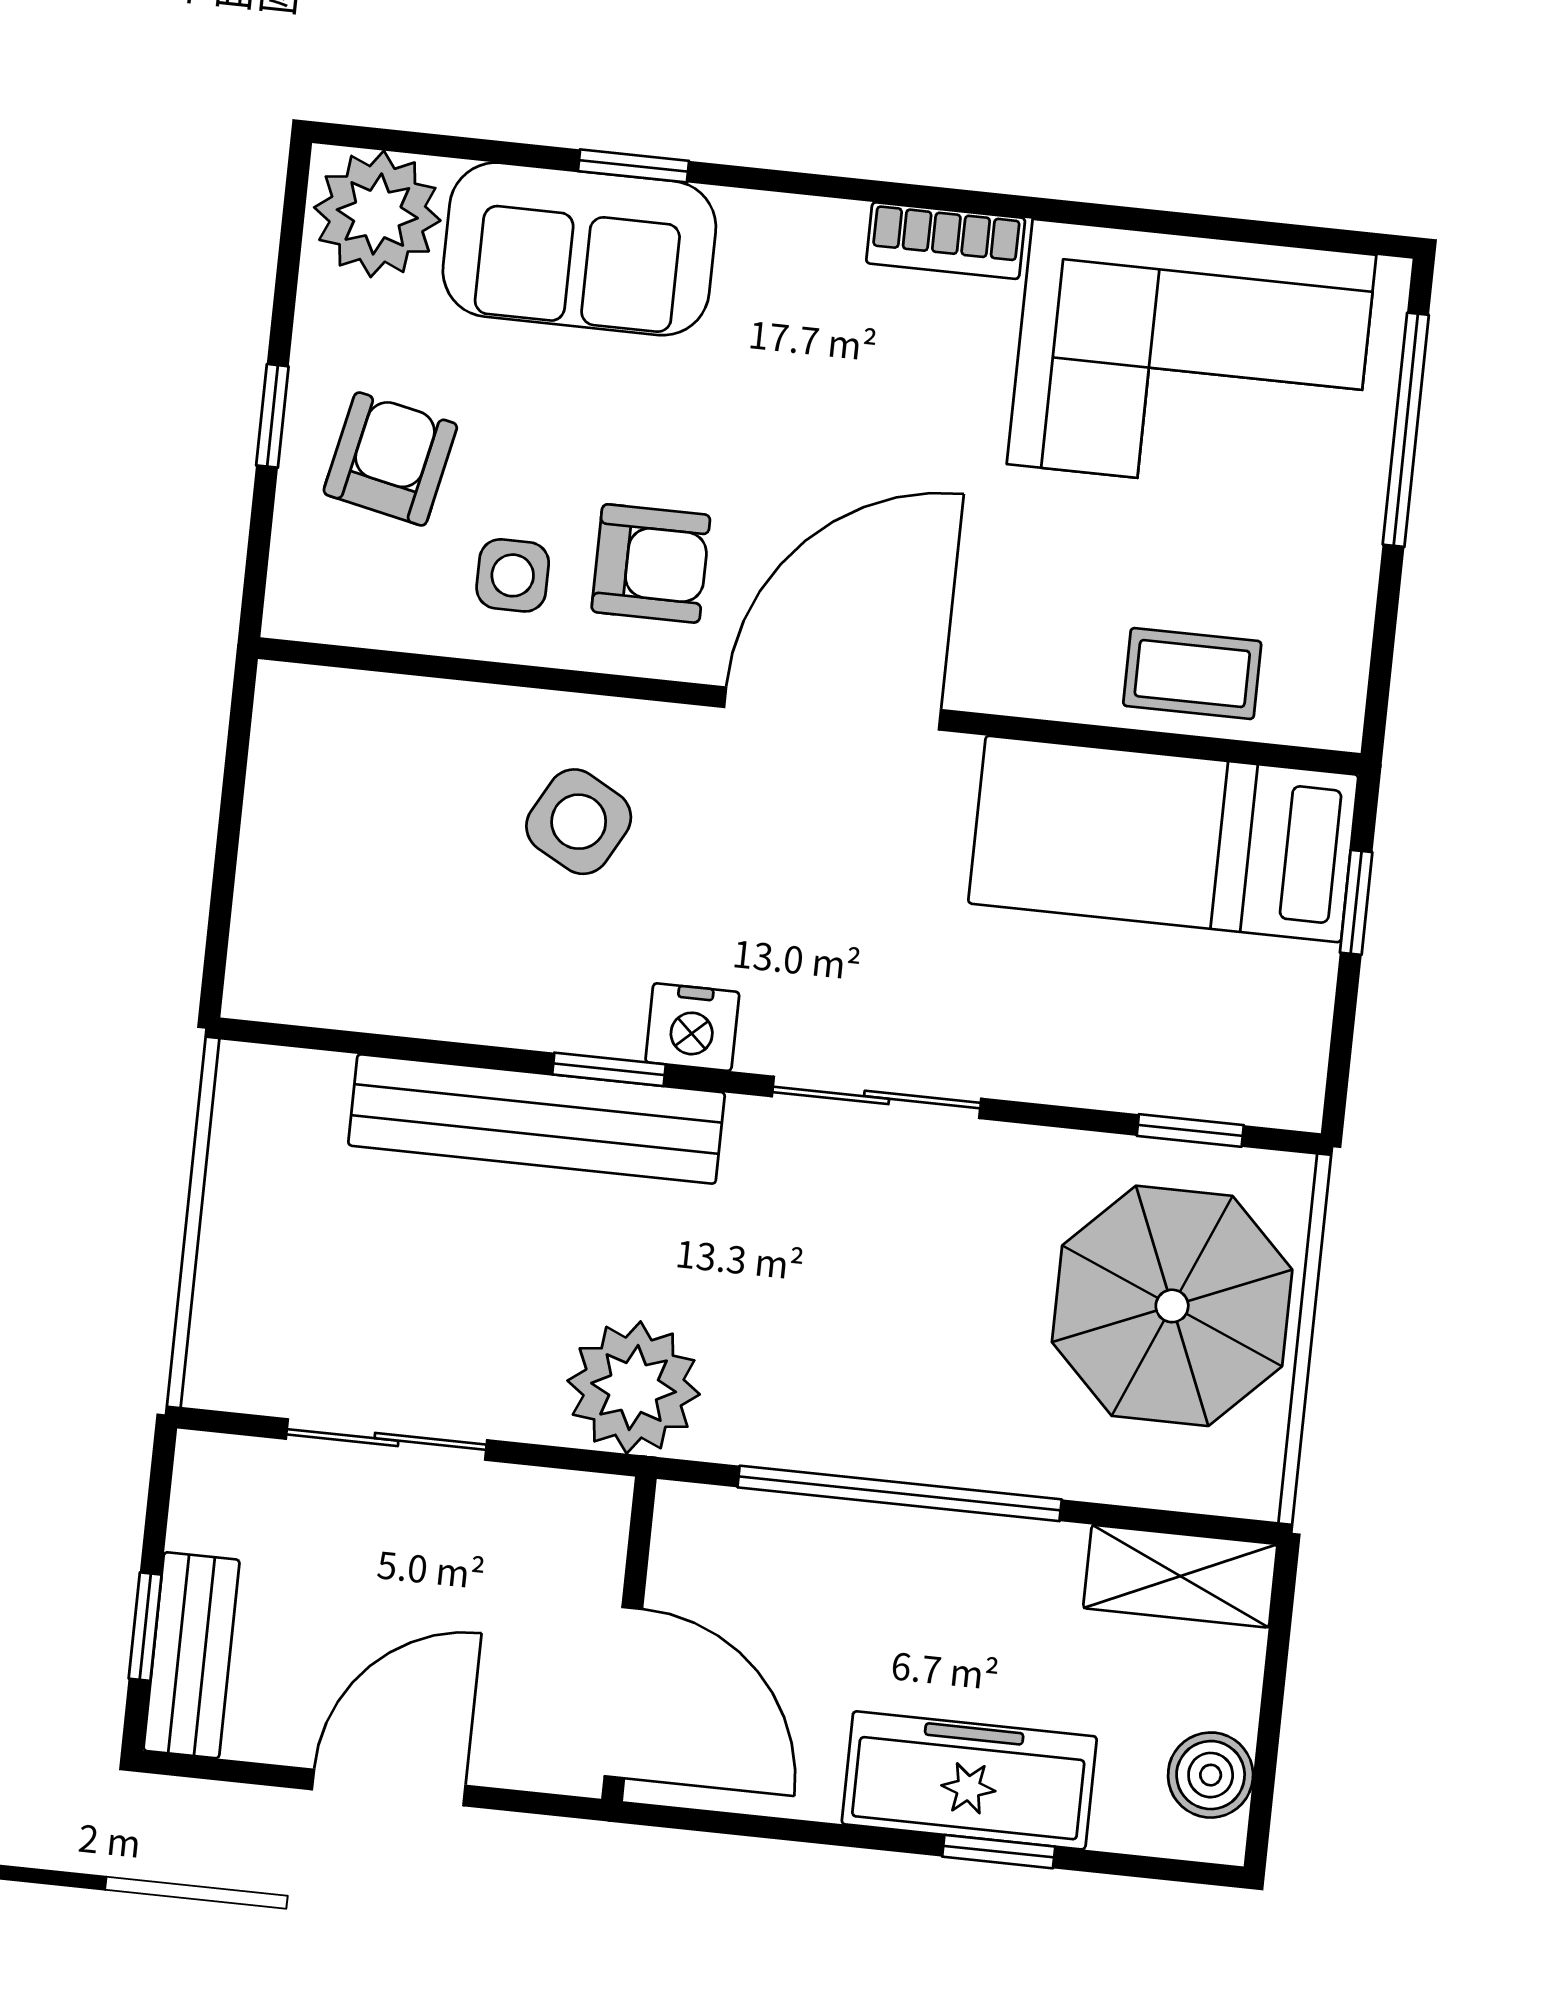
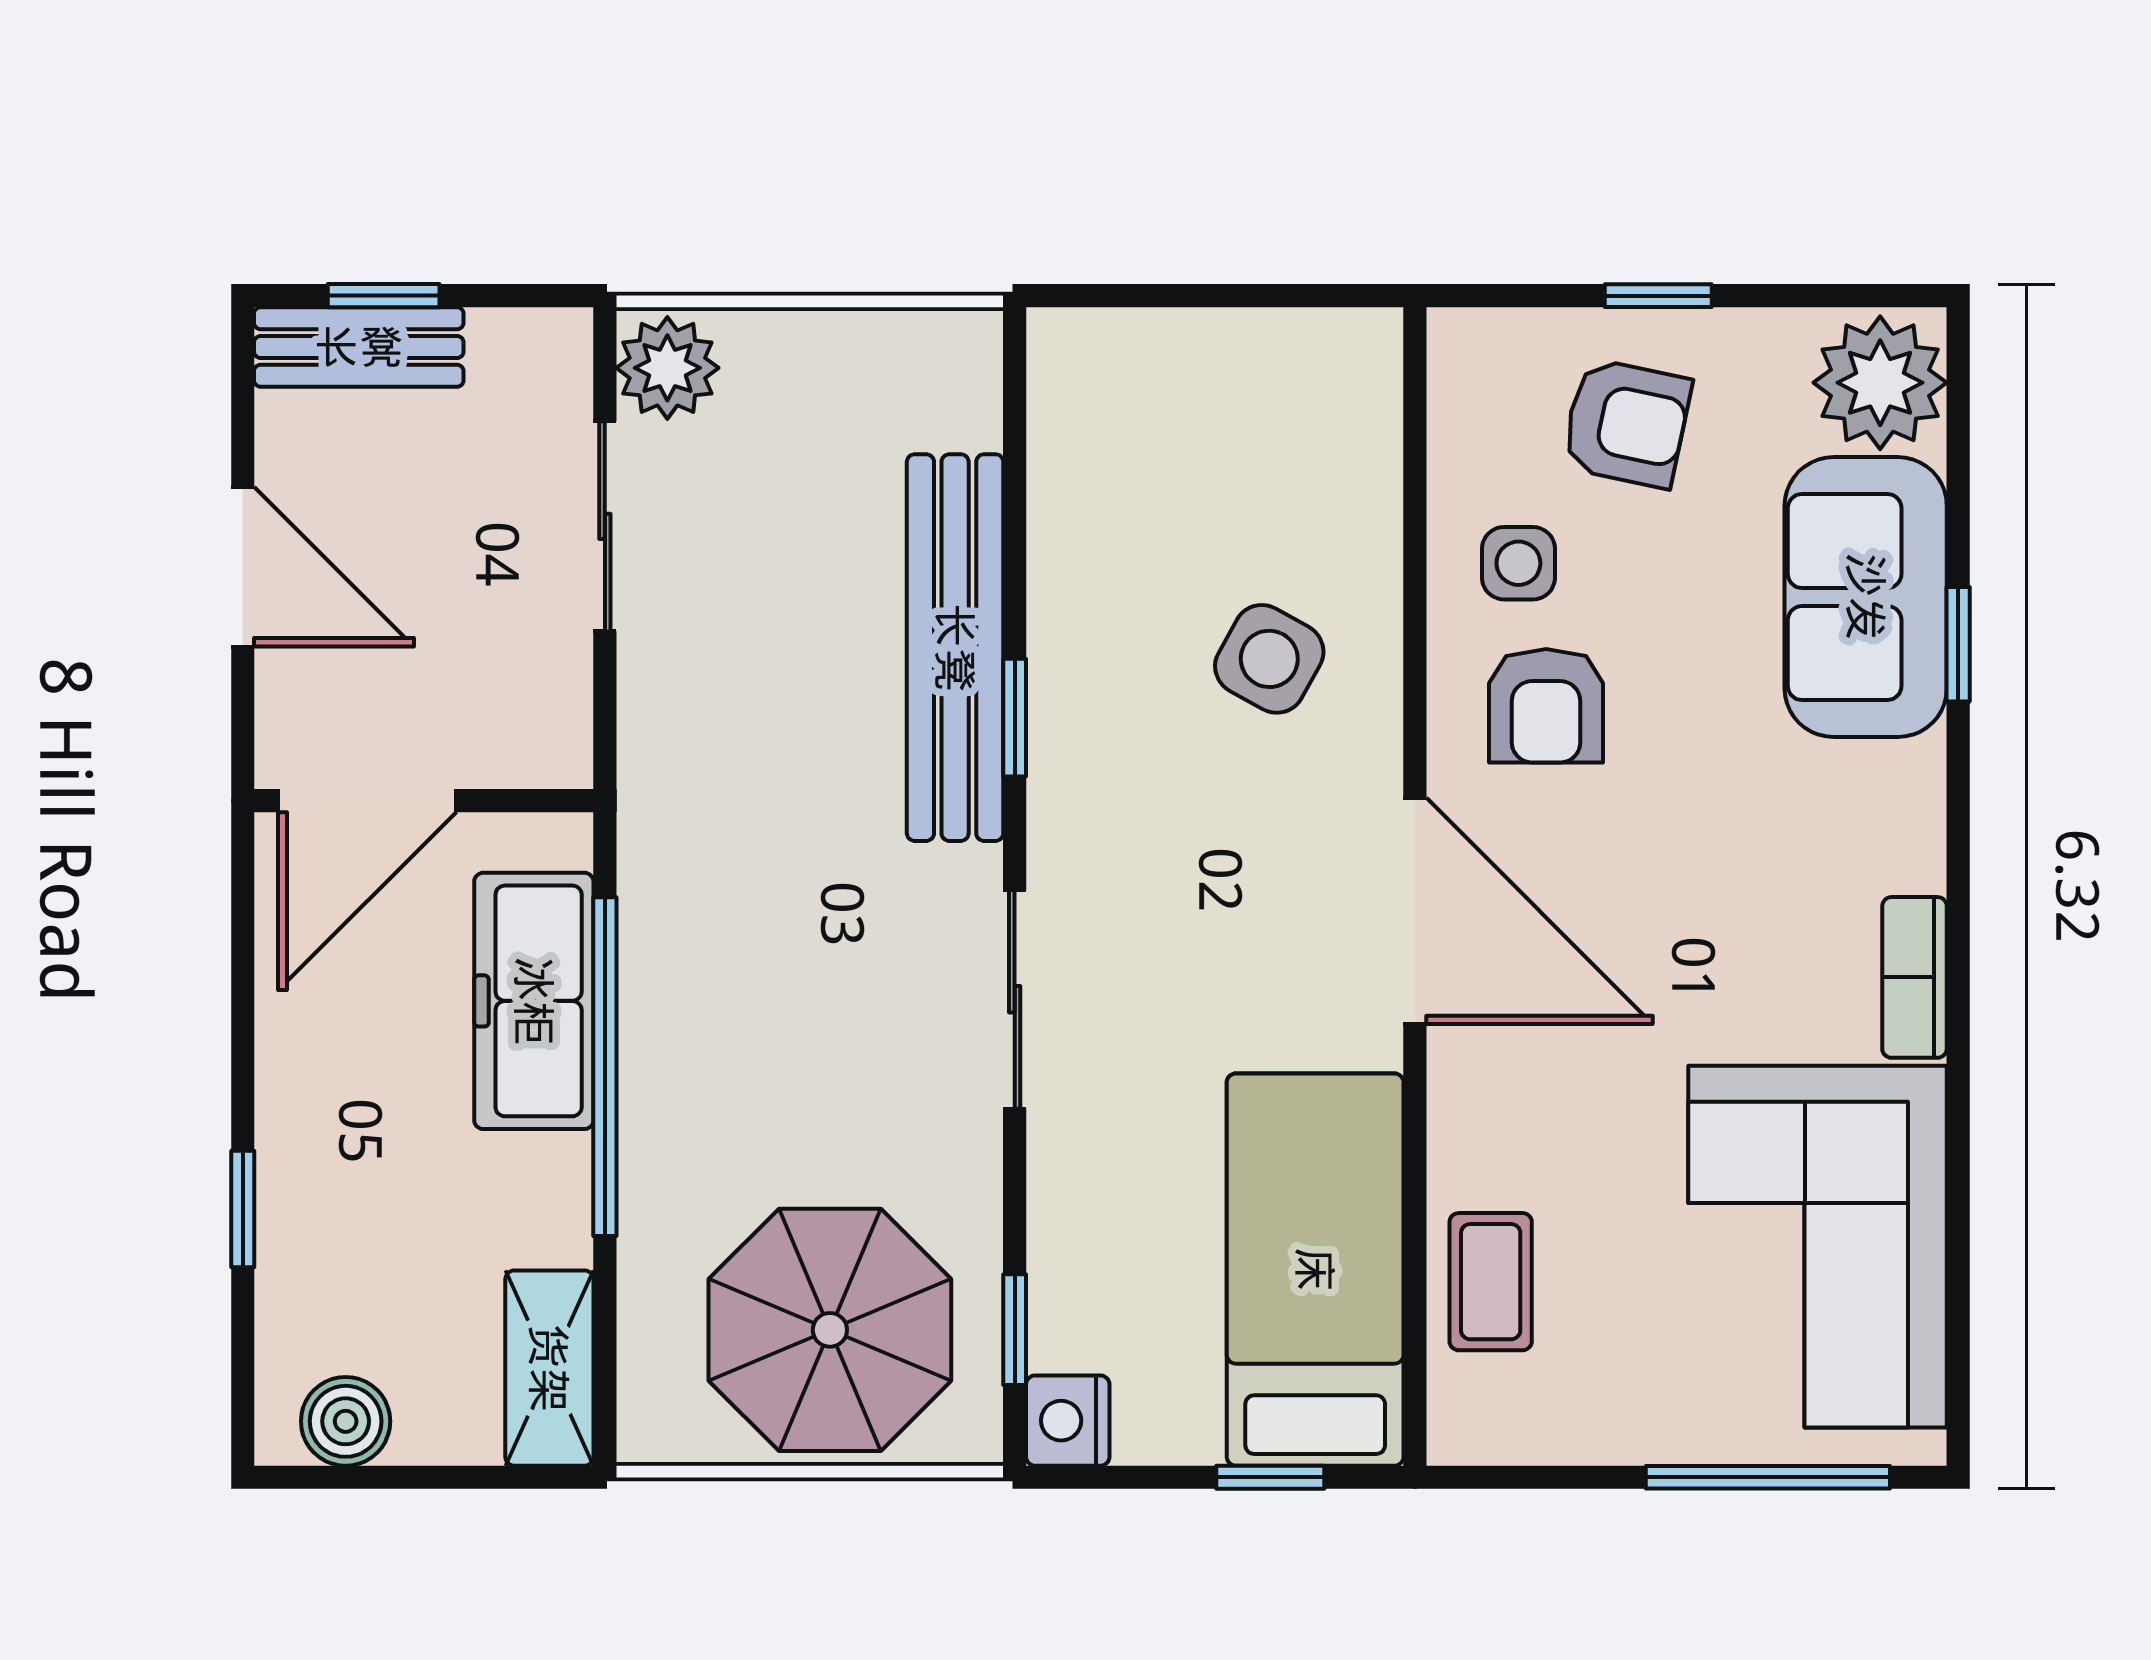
nightstand: (692, 1027) -> (1068, 1421), moved
plant: (634, 1388) -> (667, 368), moved, width x0.73, depth x0.73
freezer: (969, 1780) -> (534, 1001), moved, turned 180

